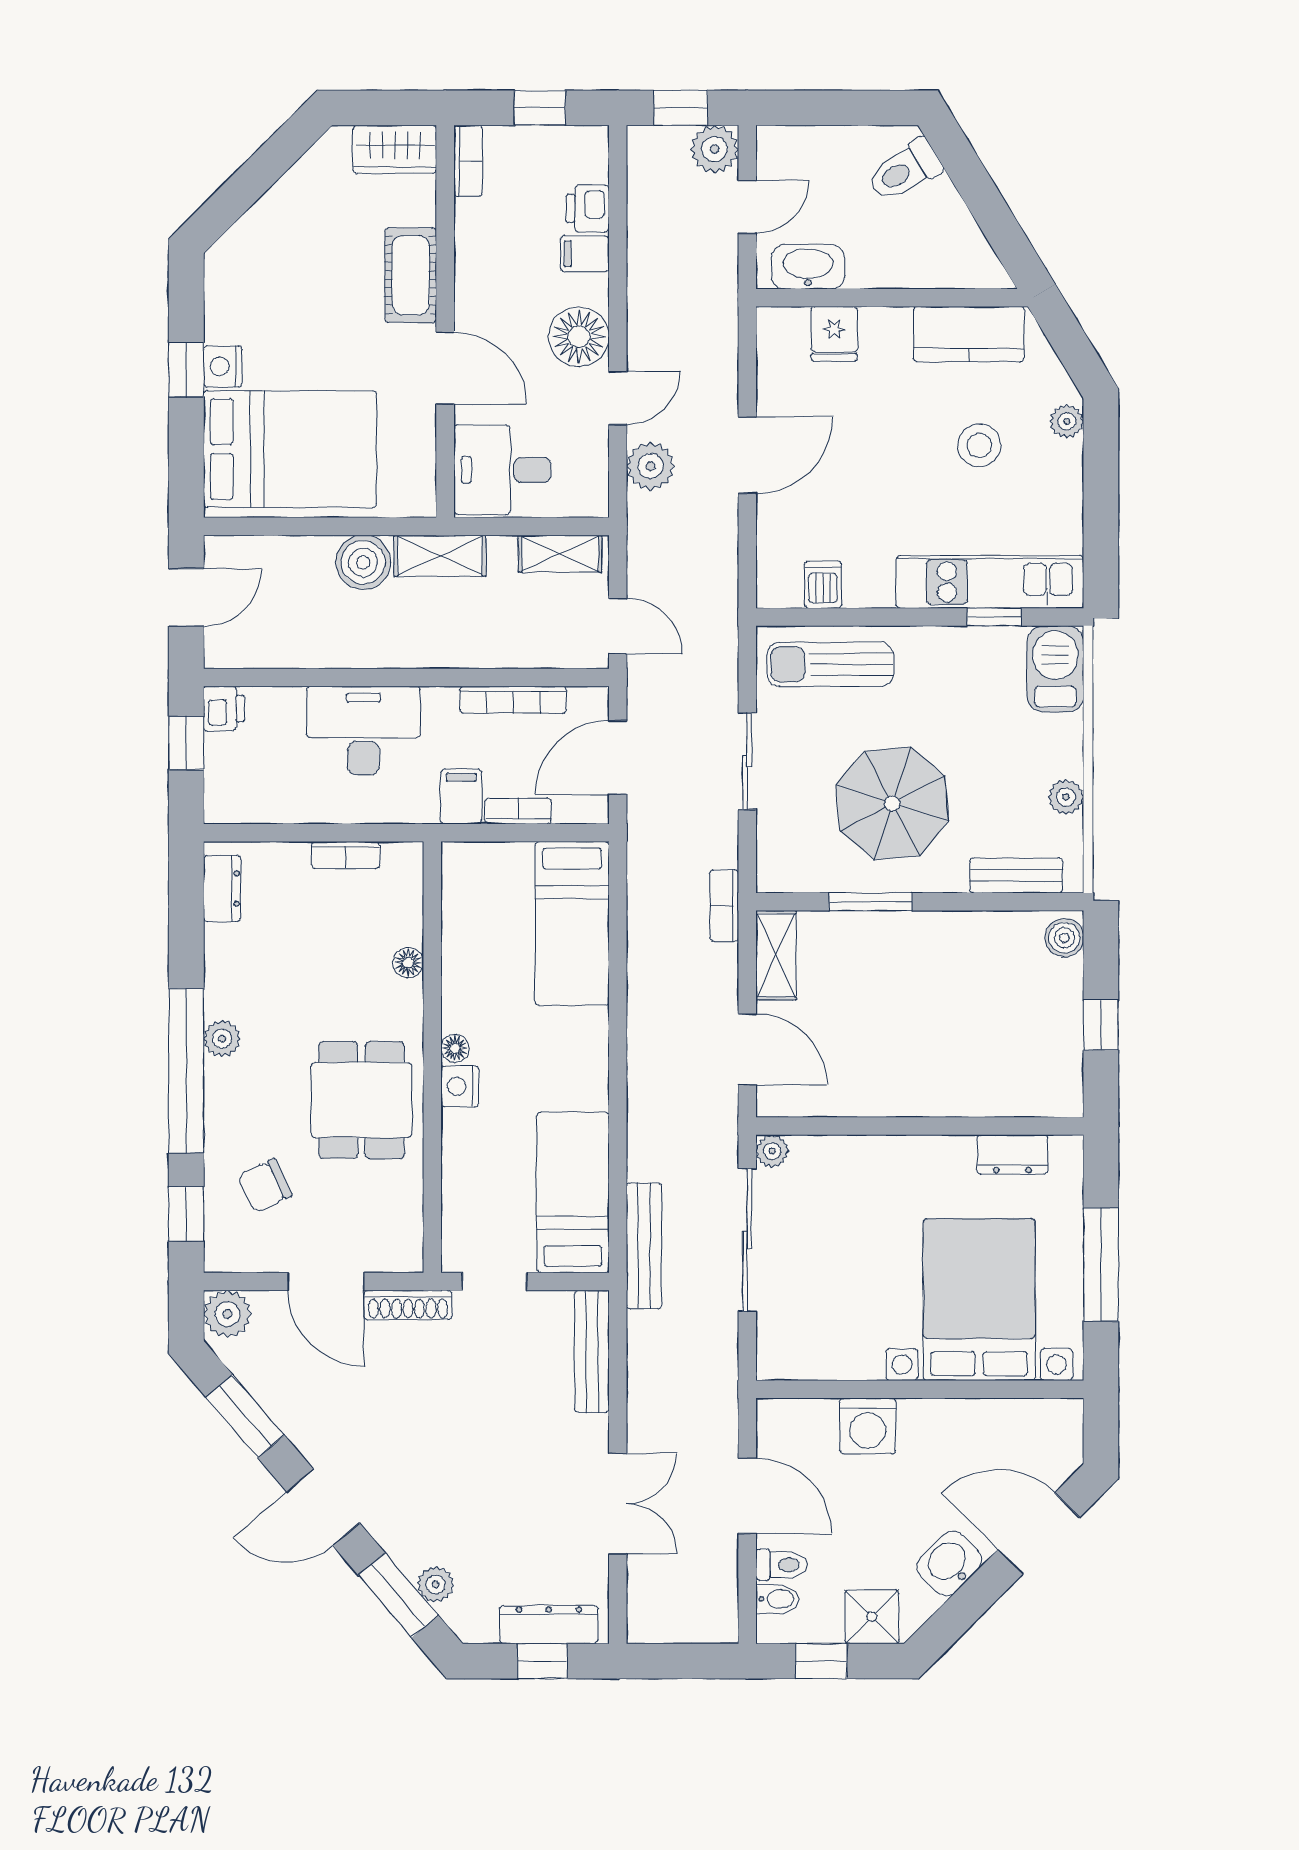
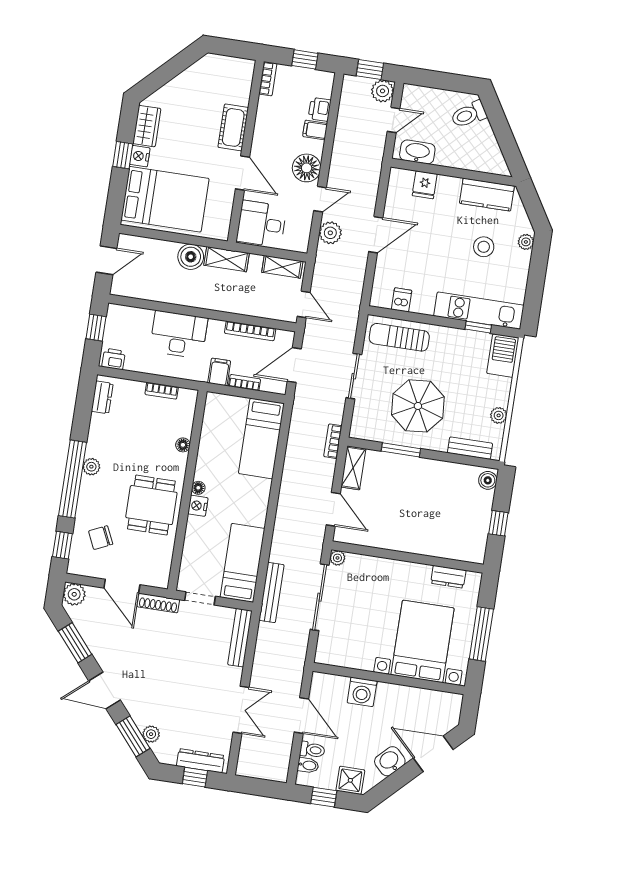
wardrobe: (395, 149) -> (147, 126), moved, turned -90
printer: (224, 708) -> (114, 359), moved, turned -90

